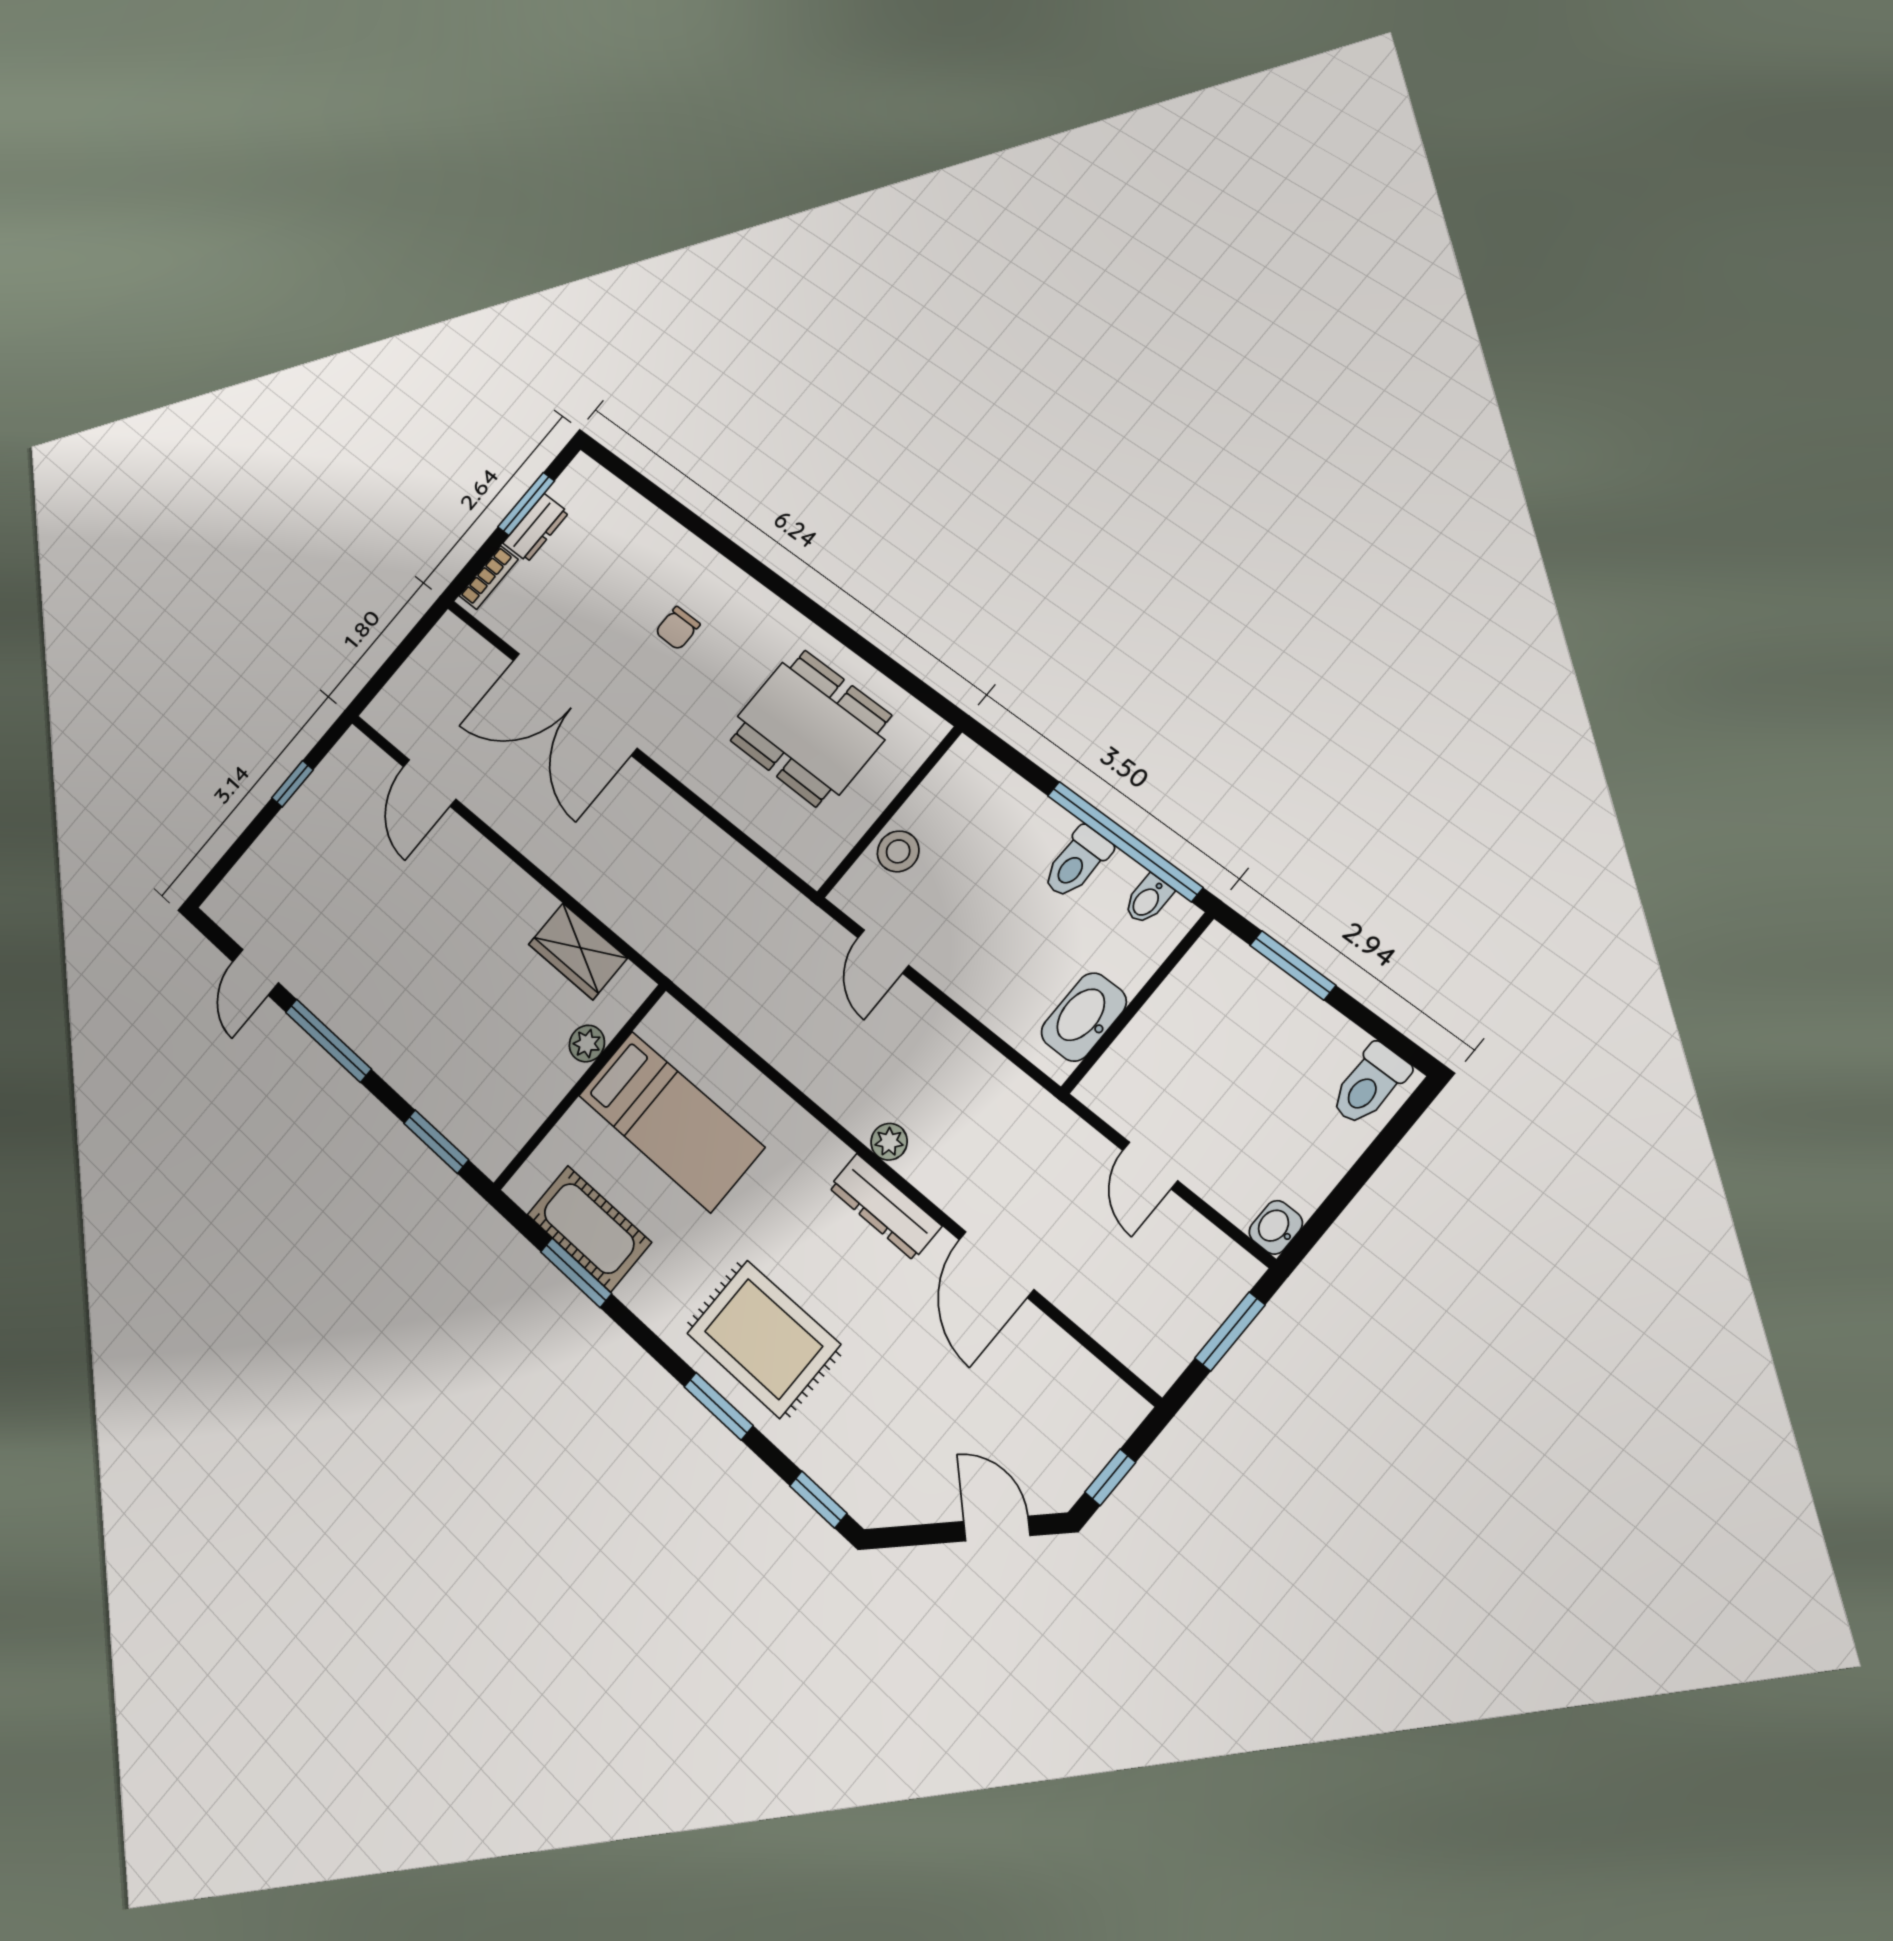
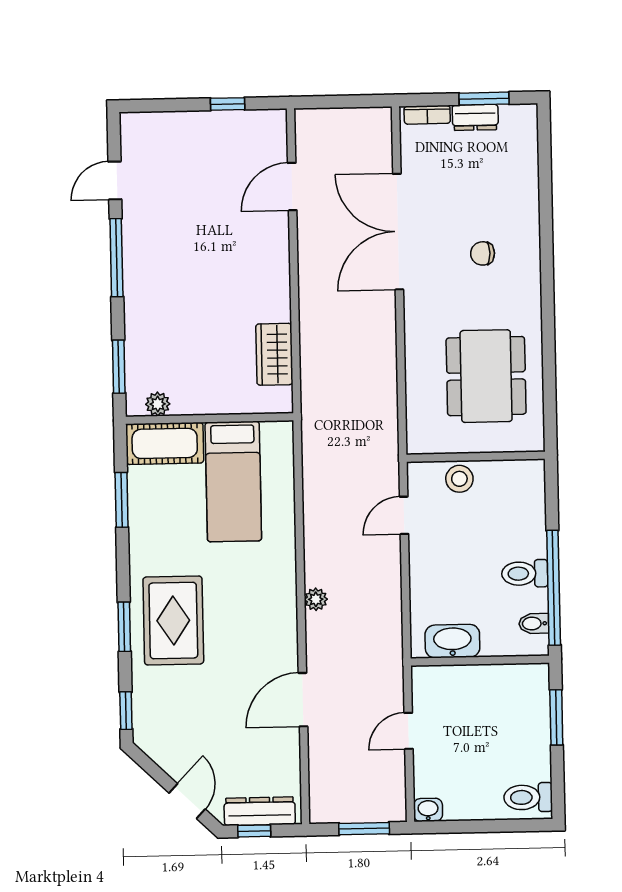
plant: (587, 1044) -> (158, 404), moved
dresser: (885, 1207) -> (260, 811), moved, turned 90
cot: (589, 1228) -> (165, 443), moved, turned 90

